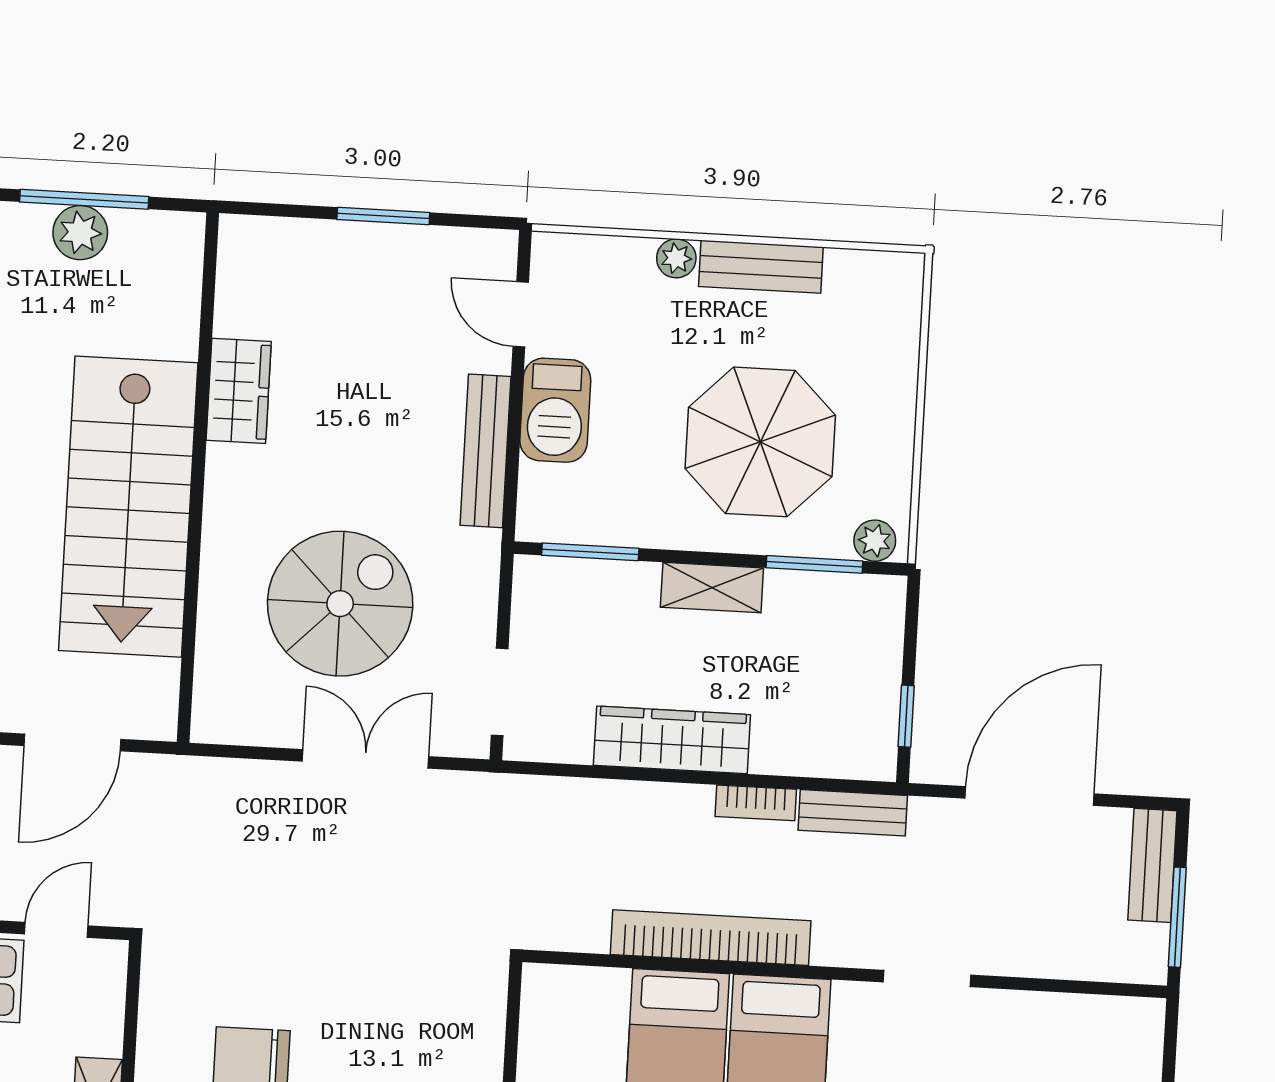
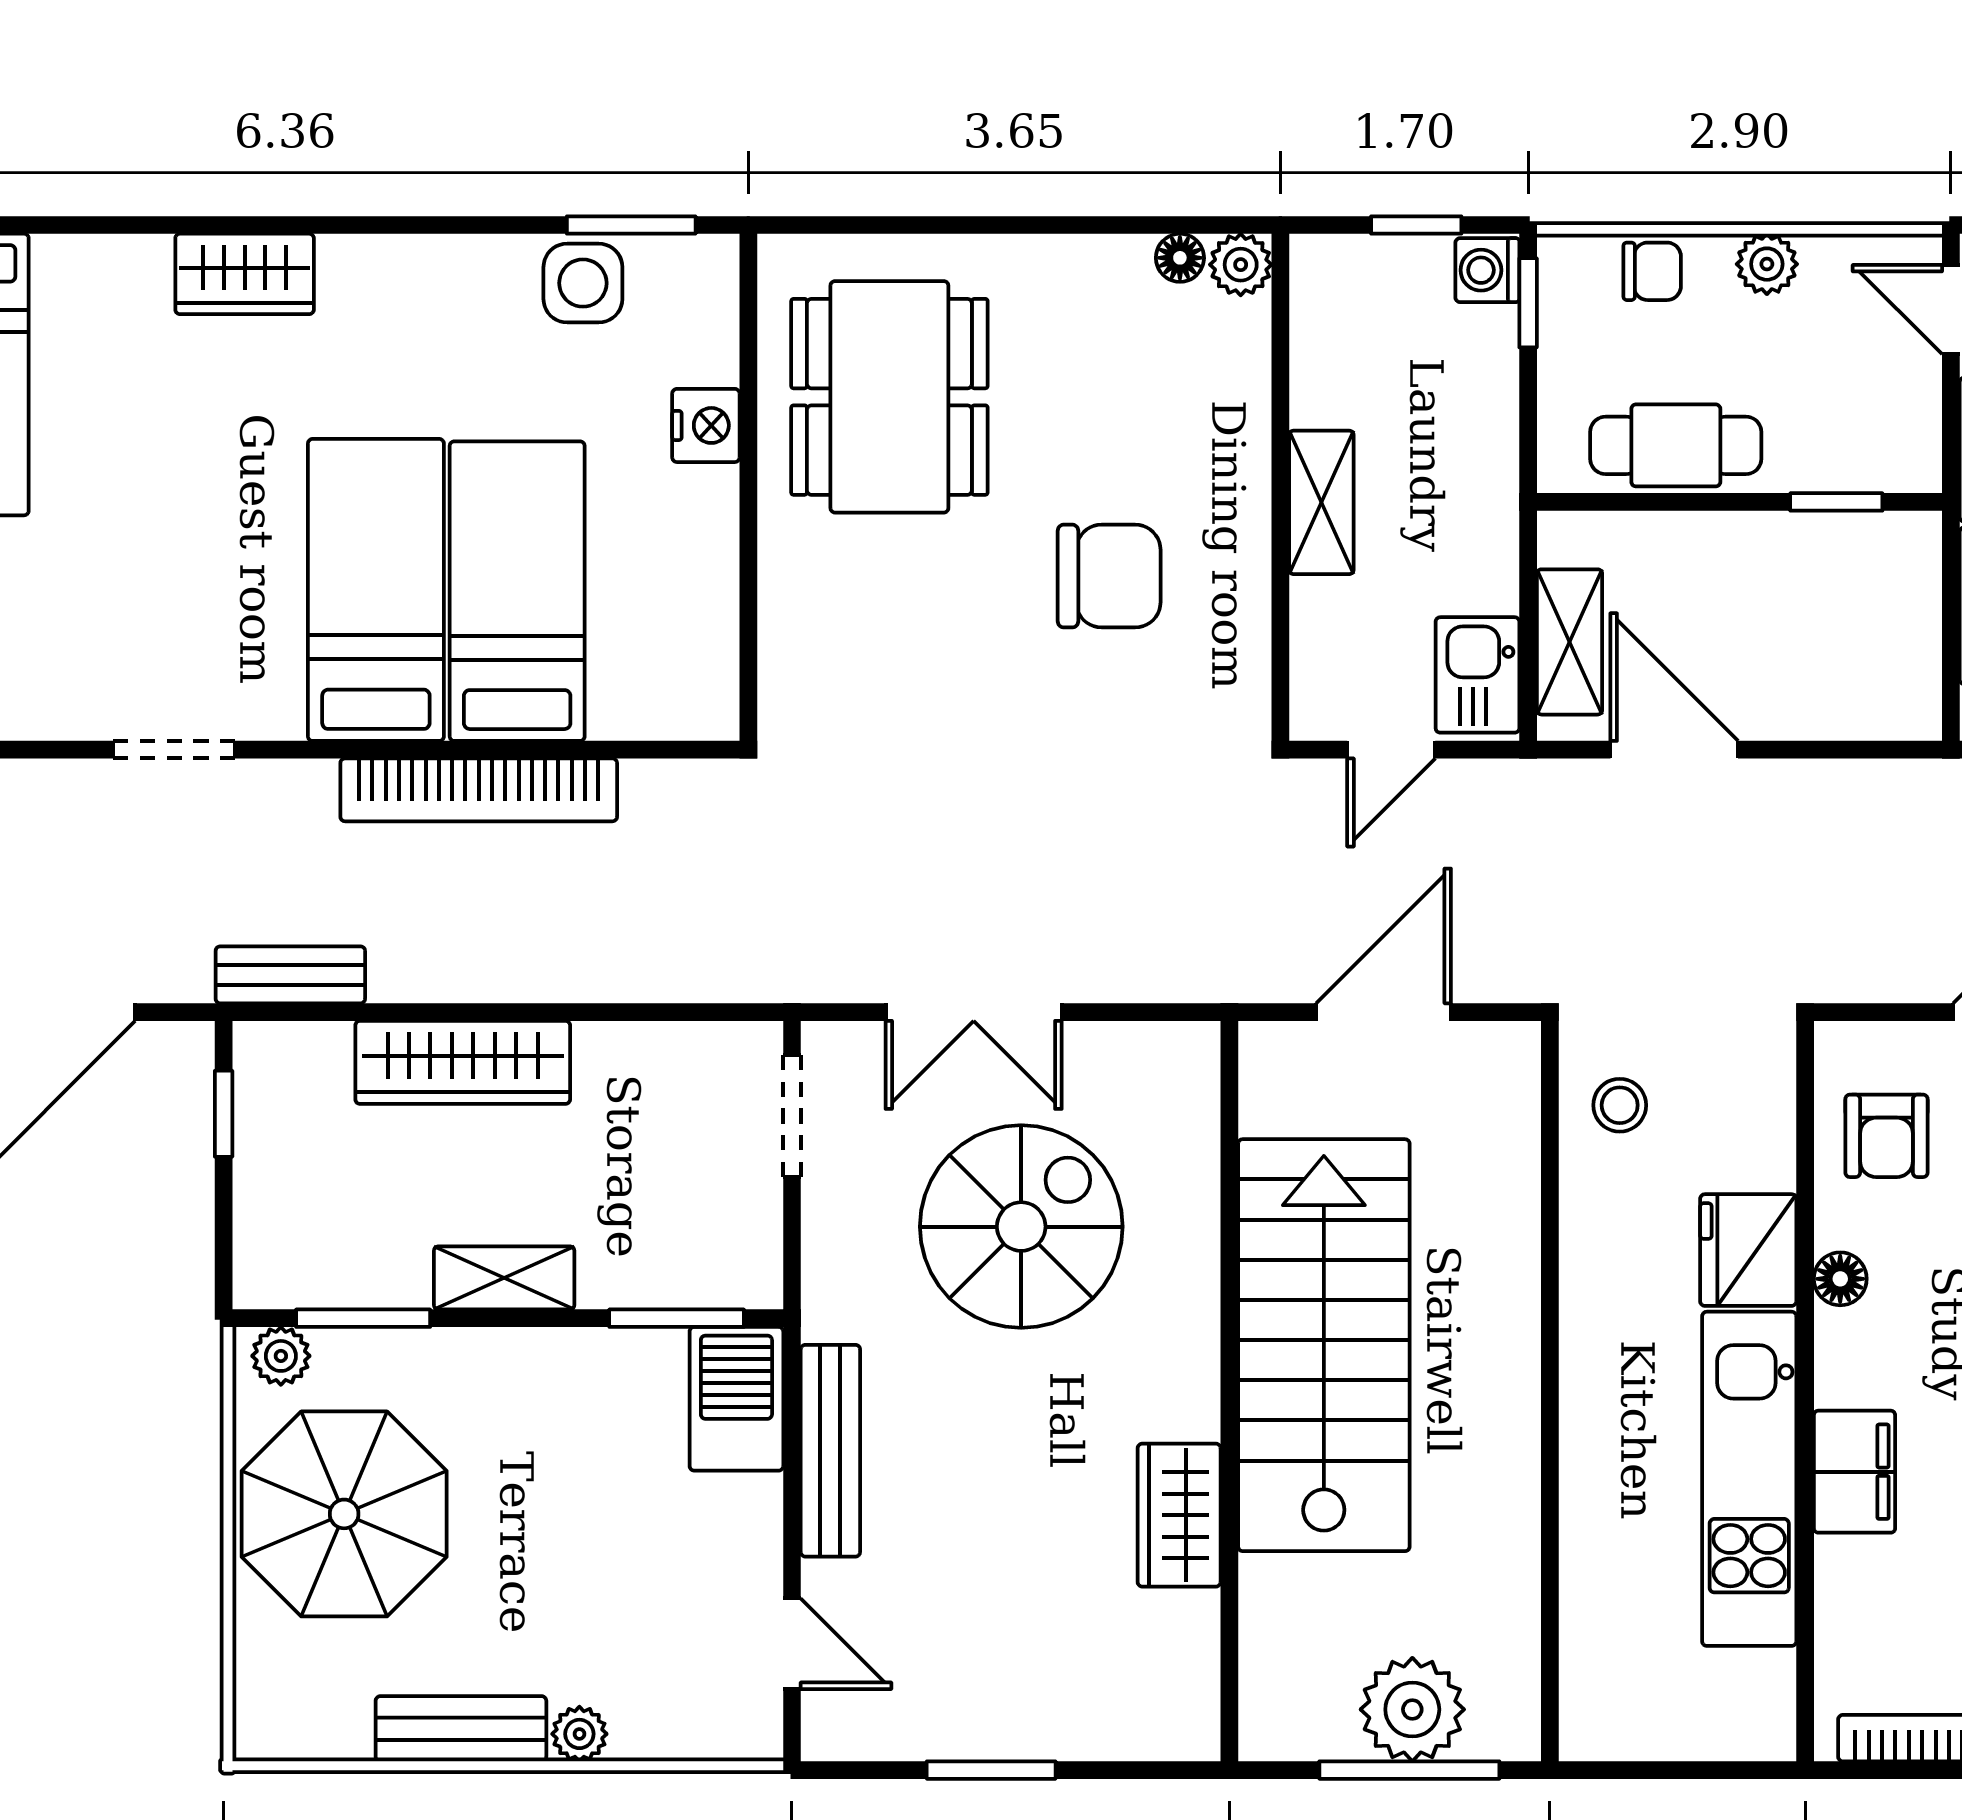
plant: (80, 233) -> (1412, 1709), width x1.36, depth x1.36
barbecue: (555, 410) -> (736, 1399), moved
parasol: (760, 442) -> (344, 1514), moved
spiral stairs: (340, 604) -> (1021, 1227), turned 180
wardrobe: (672, 740) -> (463, 1062), moved
bookcase: (756, 803) -> (426, 981), removed

